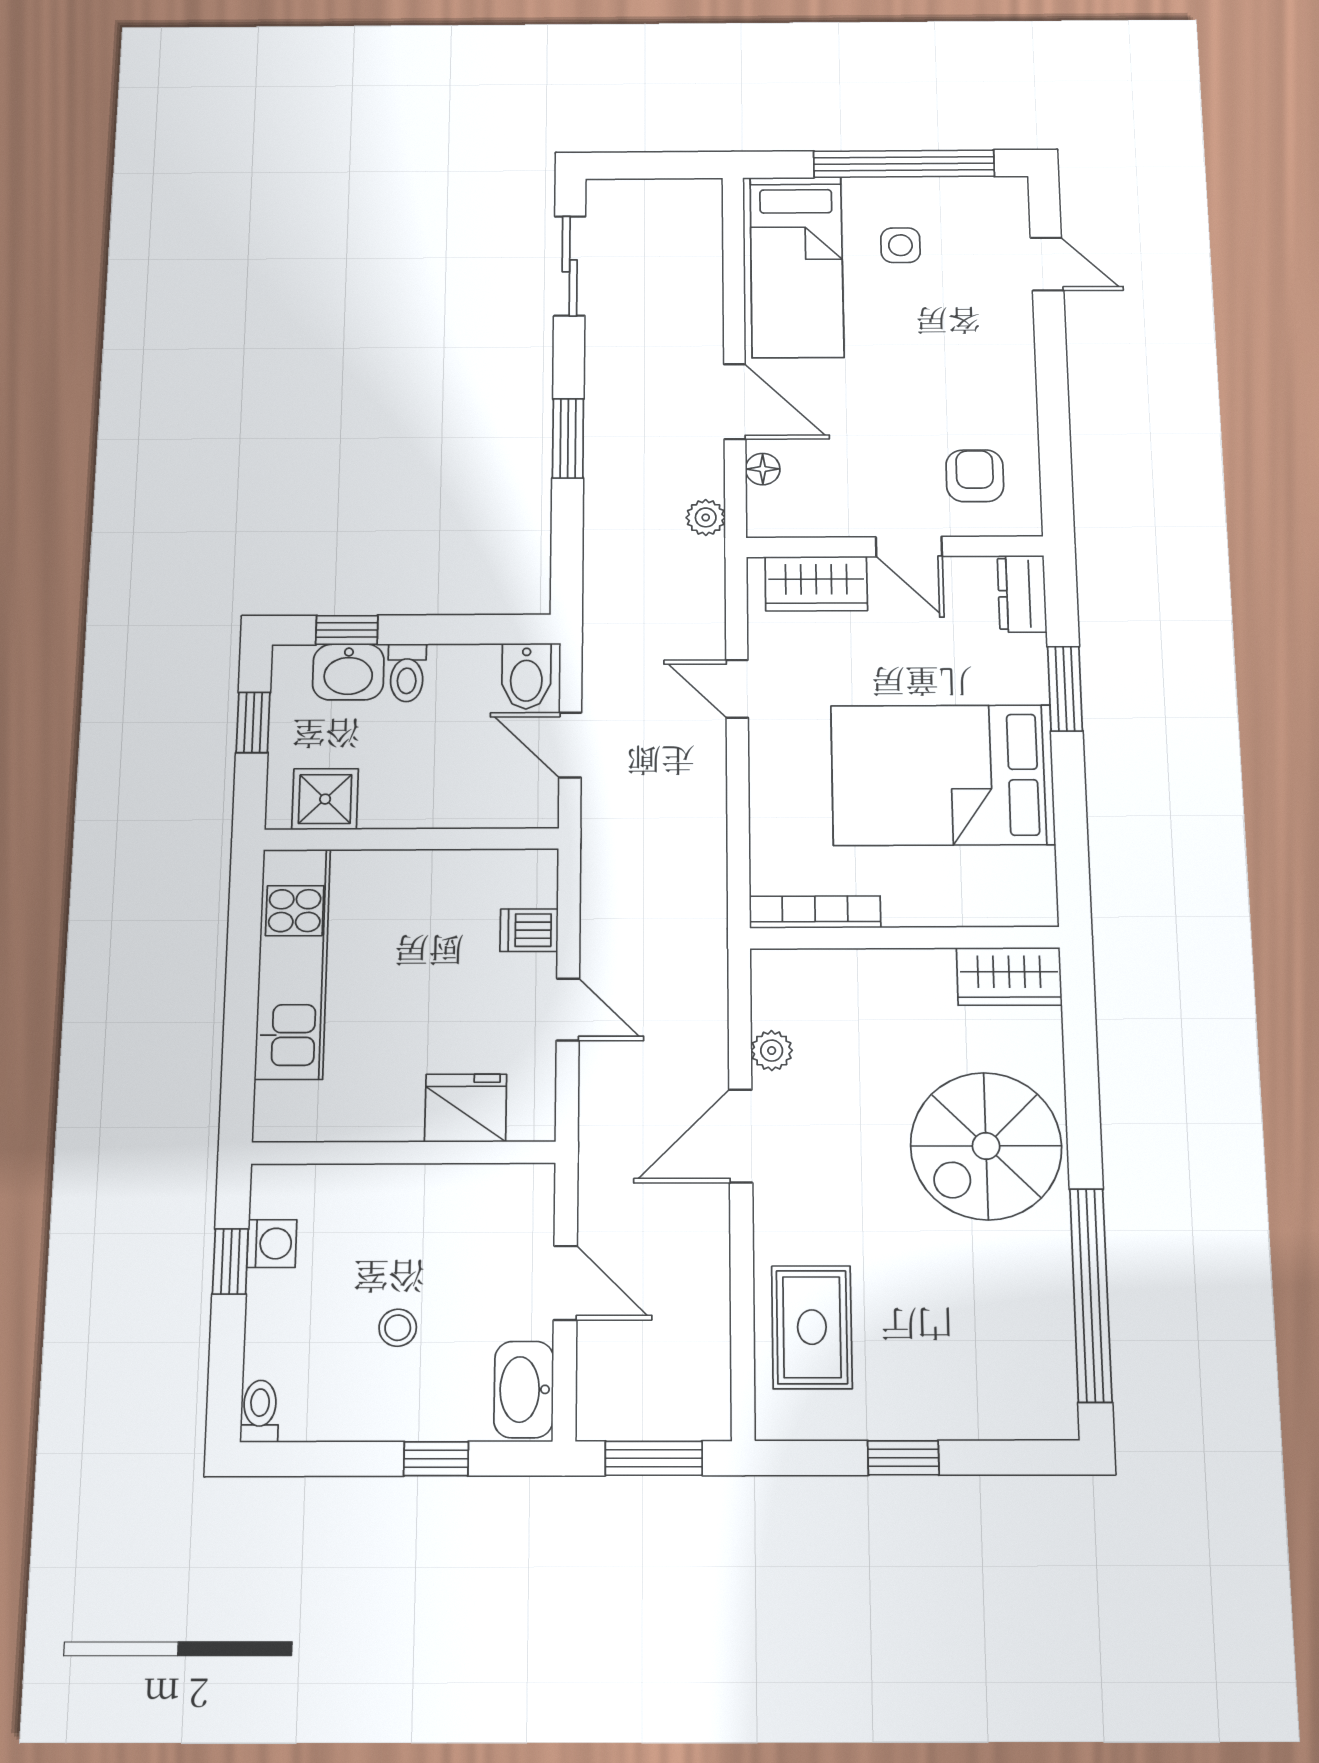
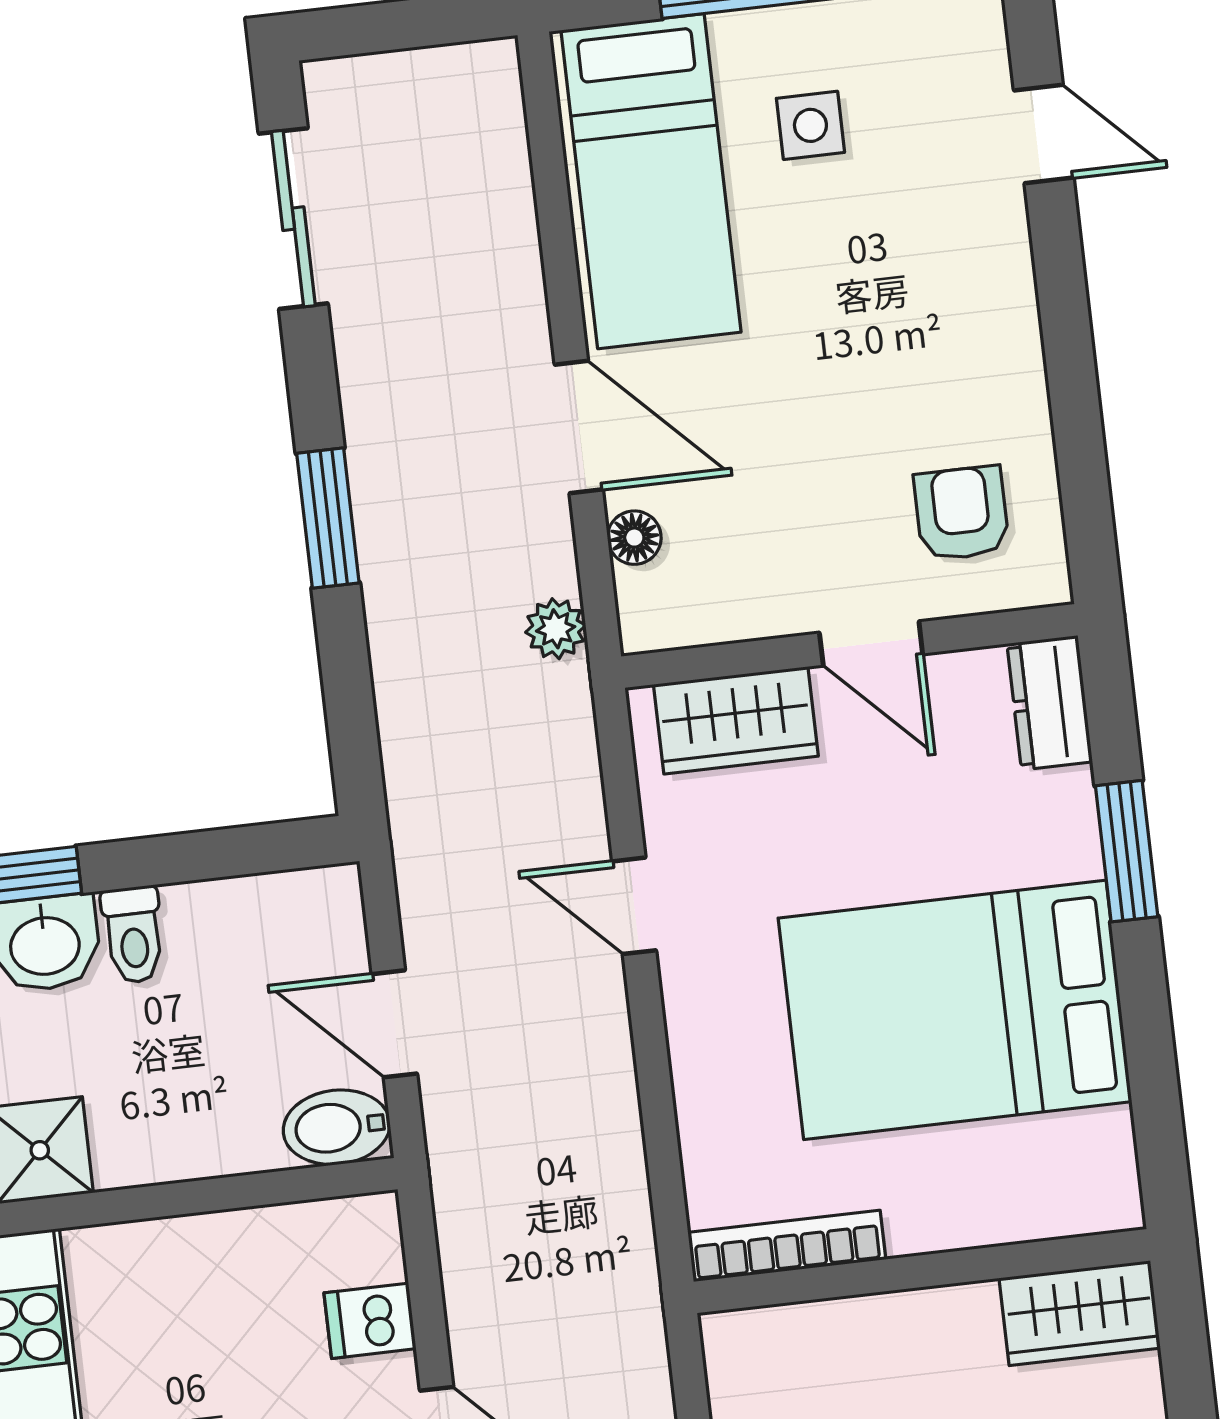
bidet: (526, 676) -> (337, 1127), moved, turned 90

